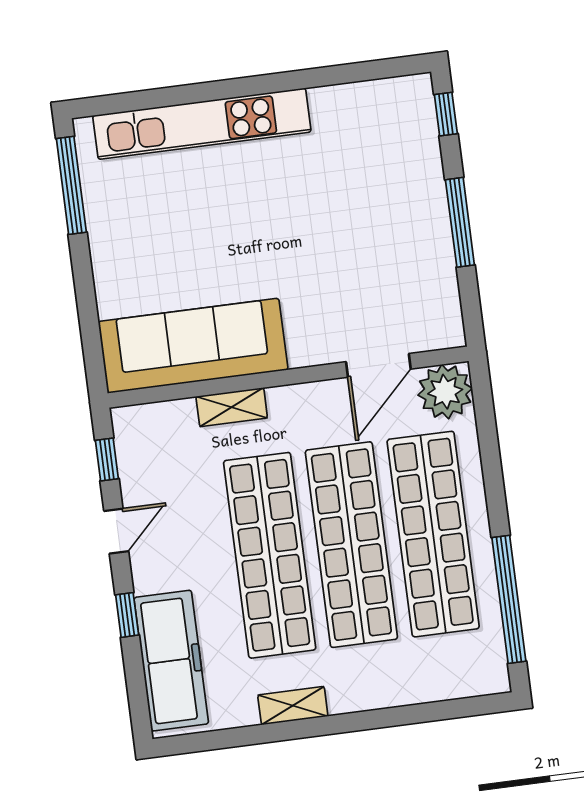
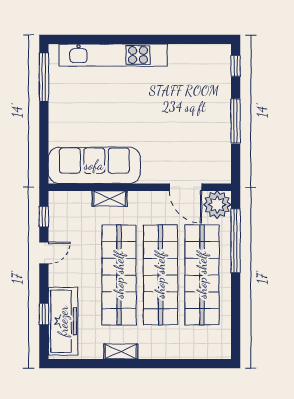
door: (378, 365) -> (186, 187), hinge flipped
window: (509, 599) -> (236, 241), moved
window: (127, 615) -> (44, 314), moved

